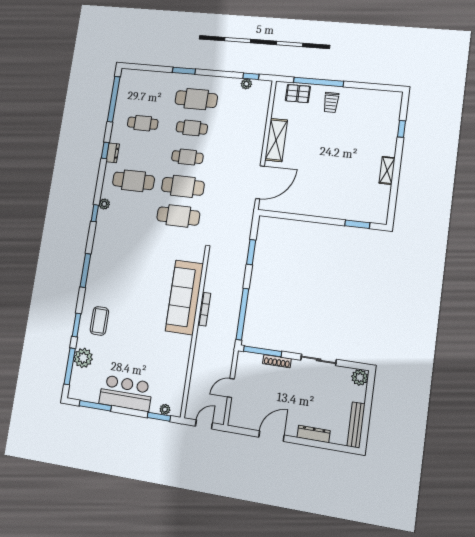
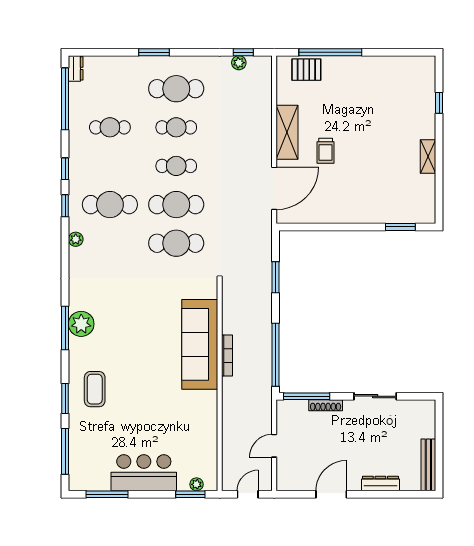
trolley: (331, 102) -> (326, 151), moved
dresser: (113, 153) -> (76, 68), moved
window: (95, 213) -> (65, 206), moved
plant: (83, 358) -> (81, 324), moved
plant: (360, 377) -> (426, 409), removed

